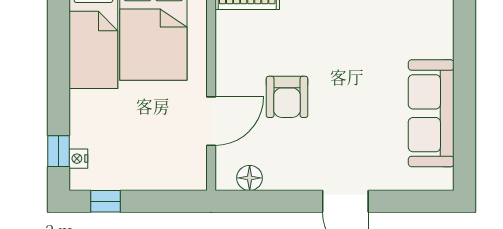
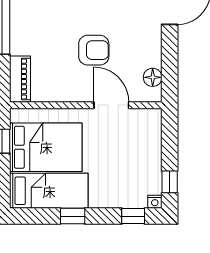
window: (59, 68) -> (73, 216), added
nightstand: (78, 159) -> (155, 202), moved

